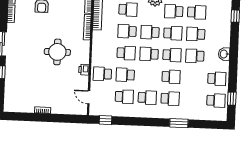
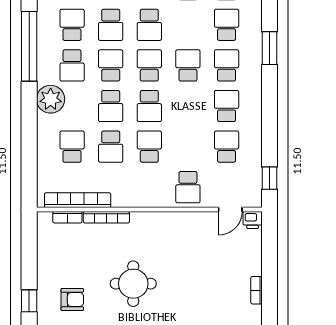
round table: (57, 52) -> (133, 284), moved
printer: (84, 70) -> (253, 220), moved
school desk: (125, 75) -> (227, 25), moved, turned 180

